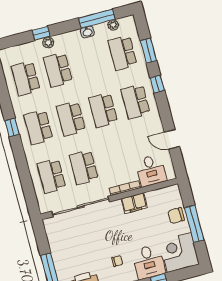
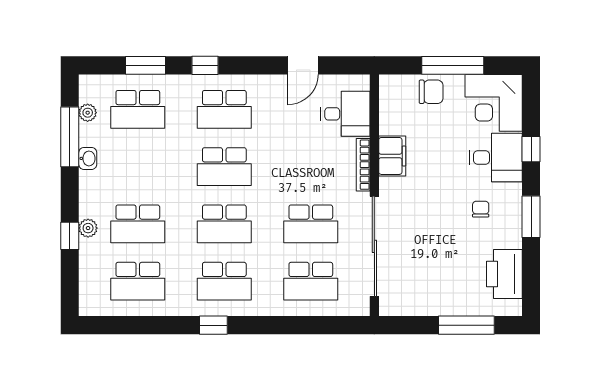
chair: (176, 216) -> (431, 92), turned -90

